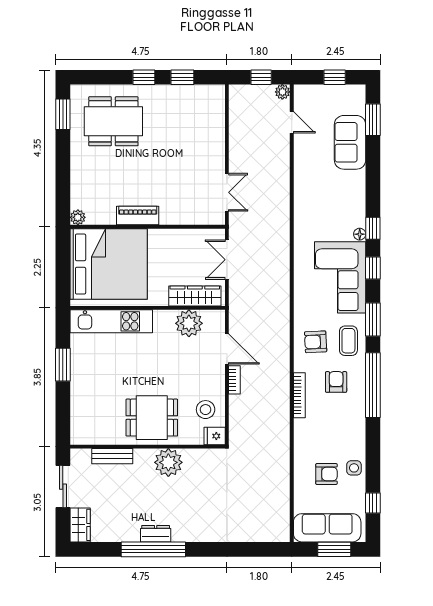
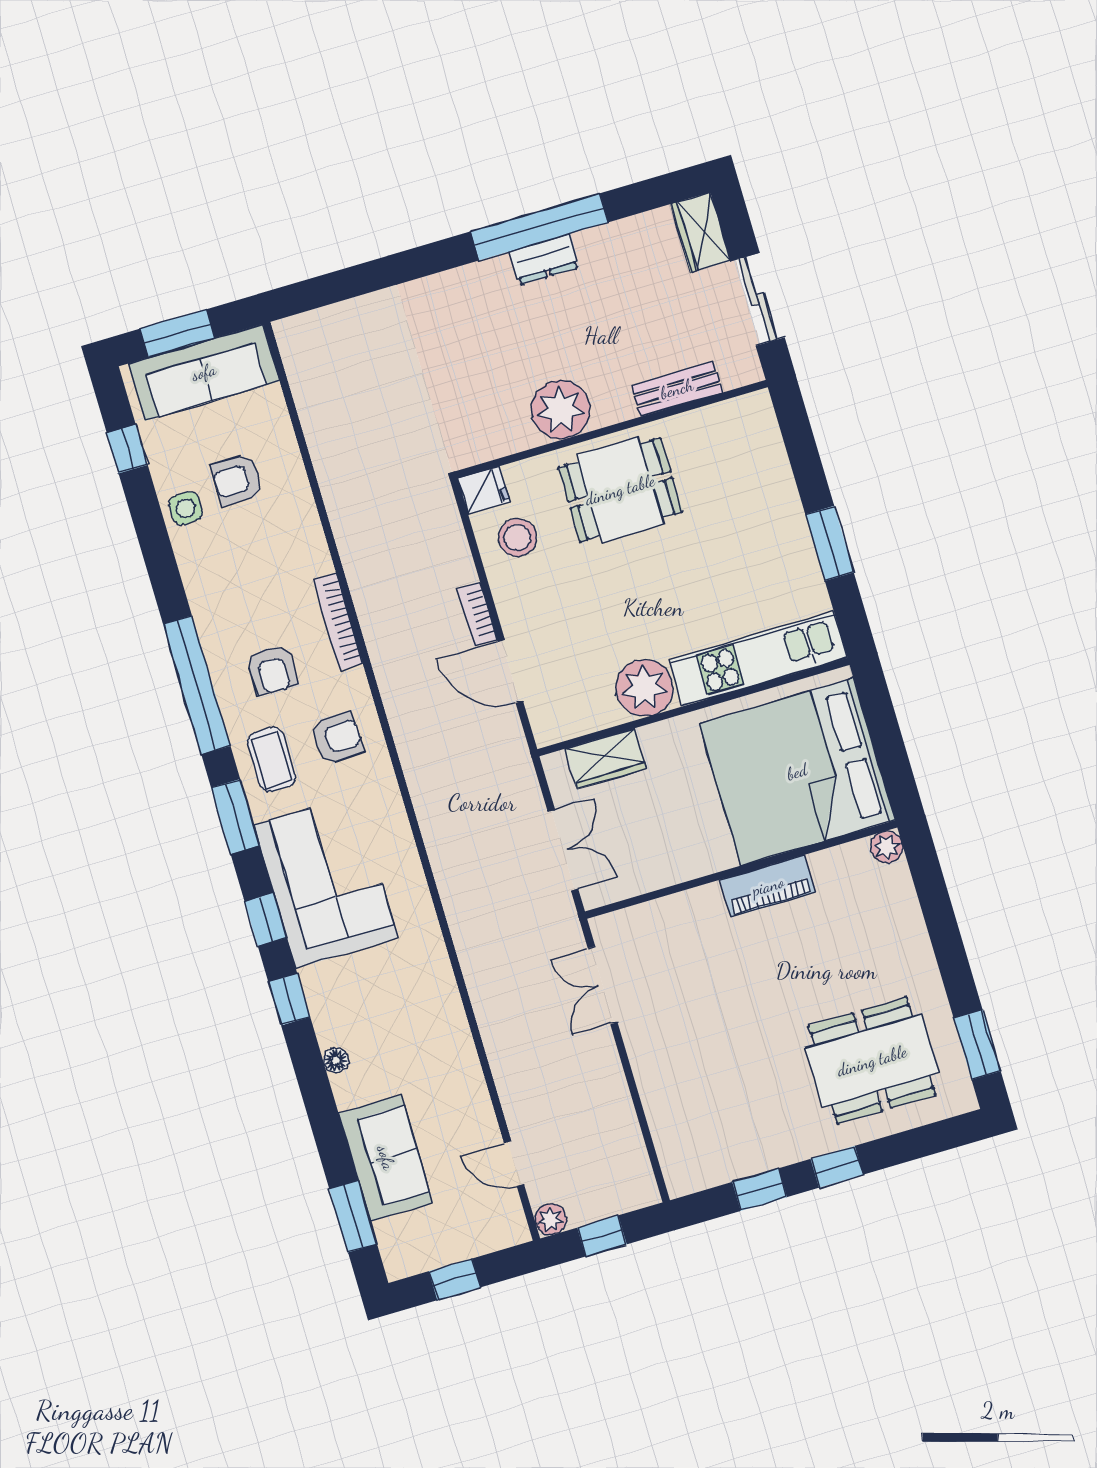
floor lamp: (360, 234) -> (336, 1060), moved
wardrobe: (195, 296) -> (606, 759), width x0.67
plant: (189, 323) -> (644, 688), moved

